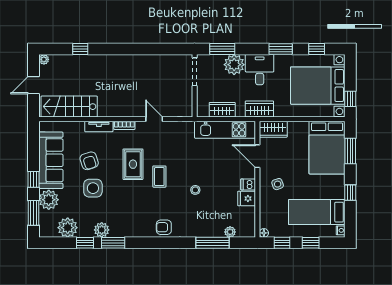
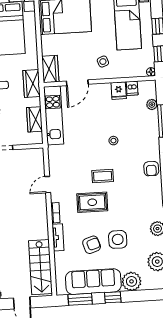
dishwasher: (248, 184) -> (132, 88), moved
window: (33, 213) -> (80, 299), moved

